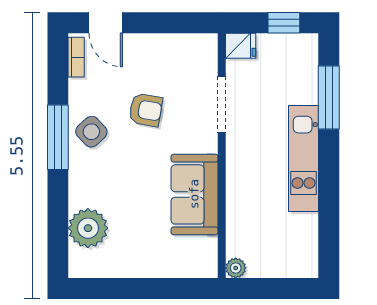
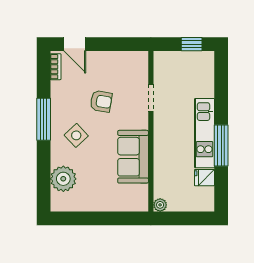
fridge: (241, 46) -> (204, 178), moved, turned 180
window: (329, 97) -> (221, 146), moved
doorway: (222, 104) -> (151, 98), width x0.73
side table: (91, 132) -> (76, 135), moved

